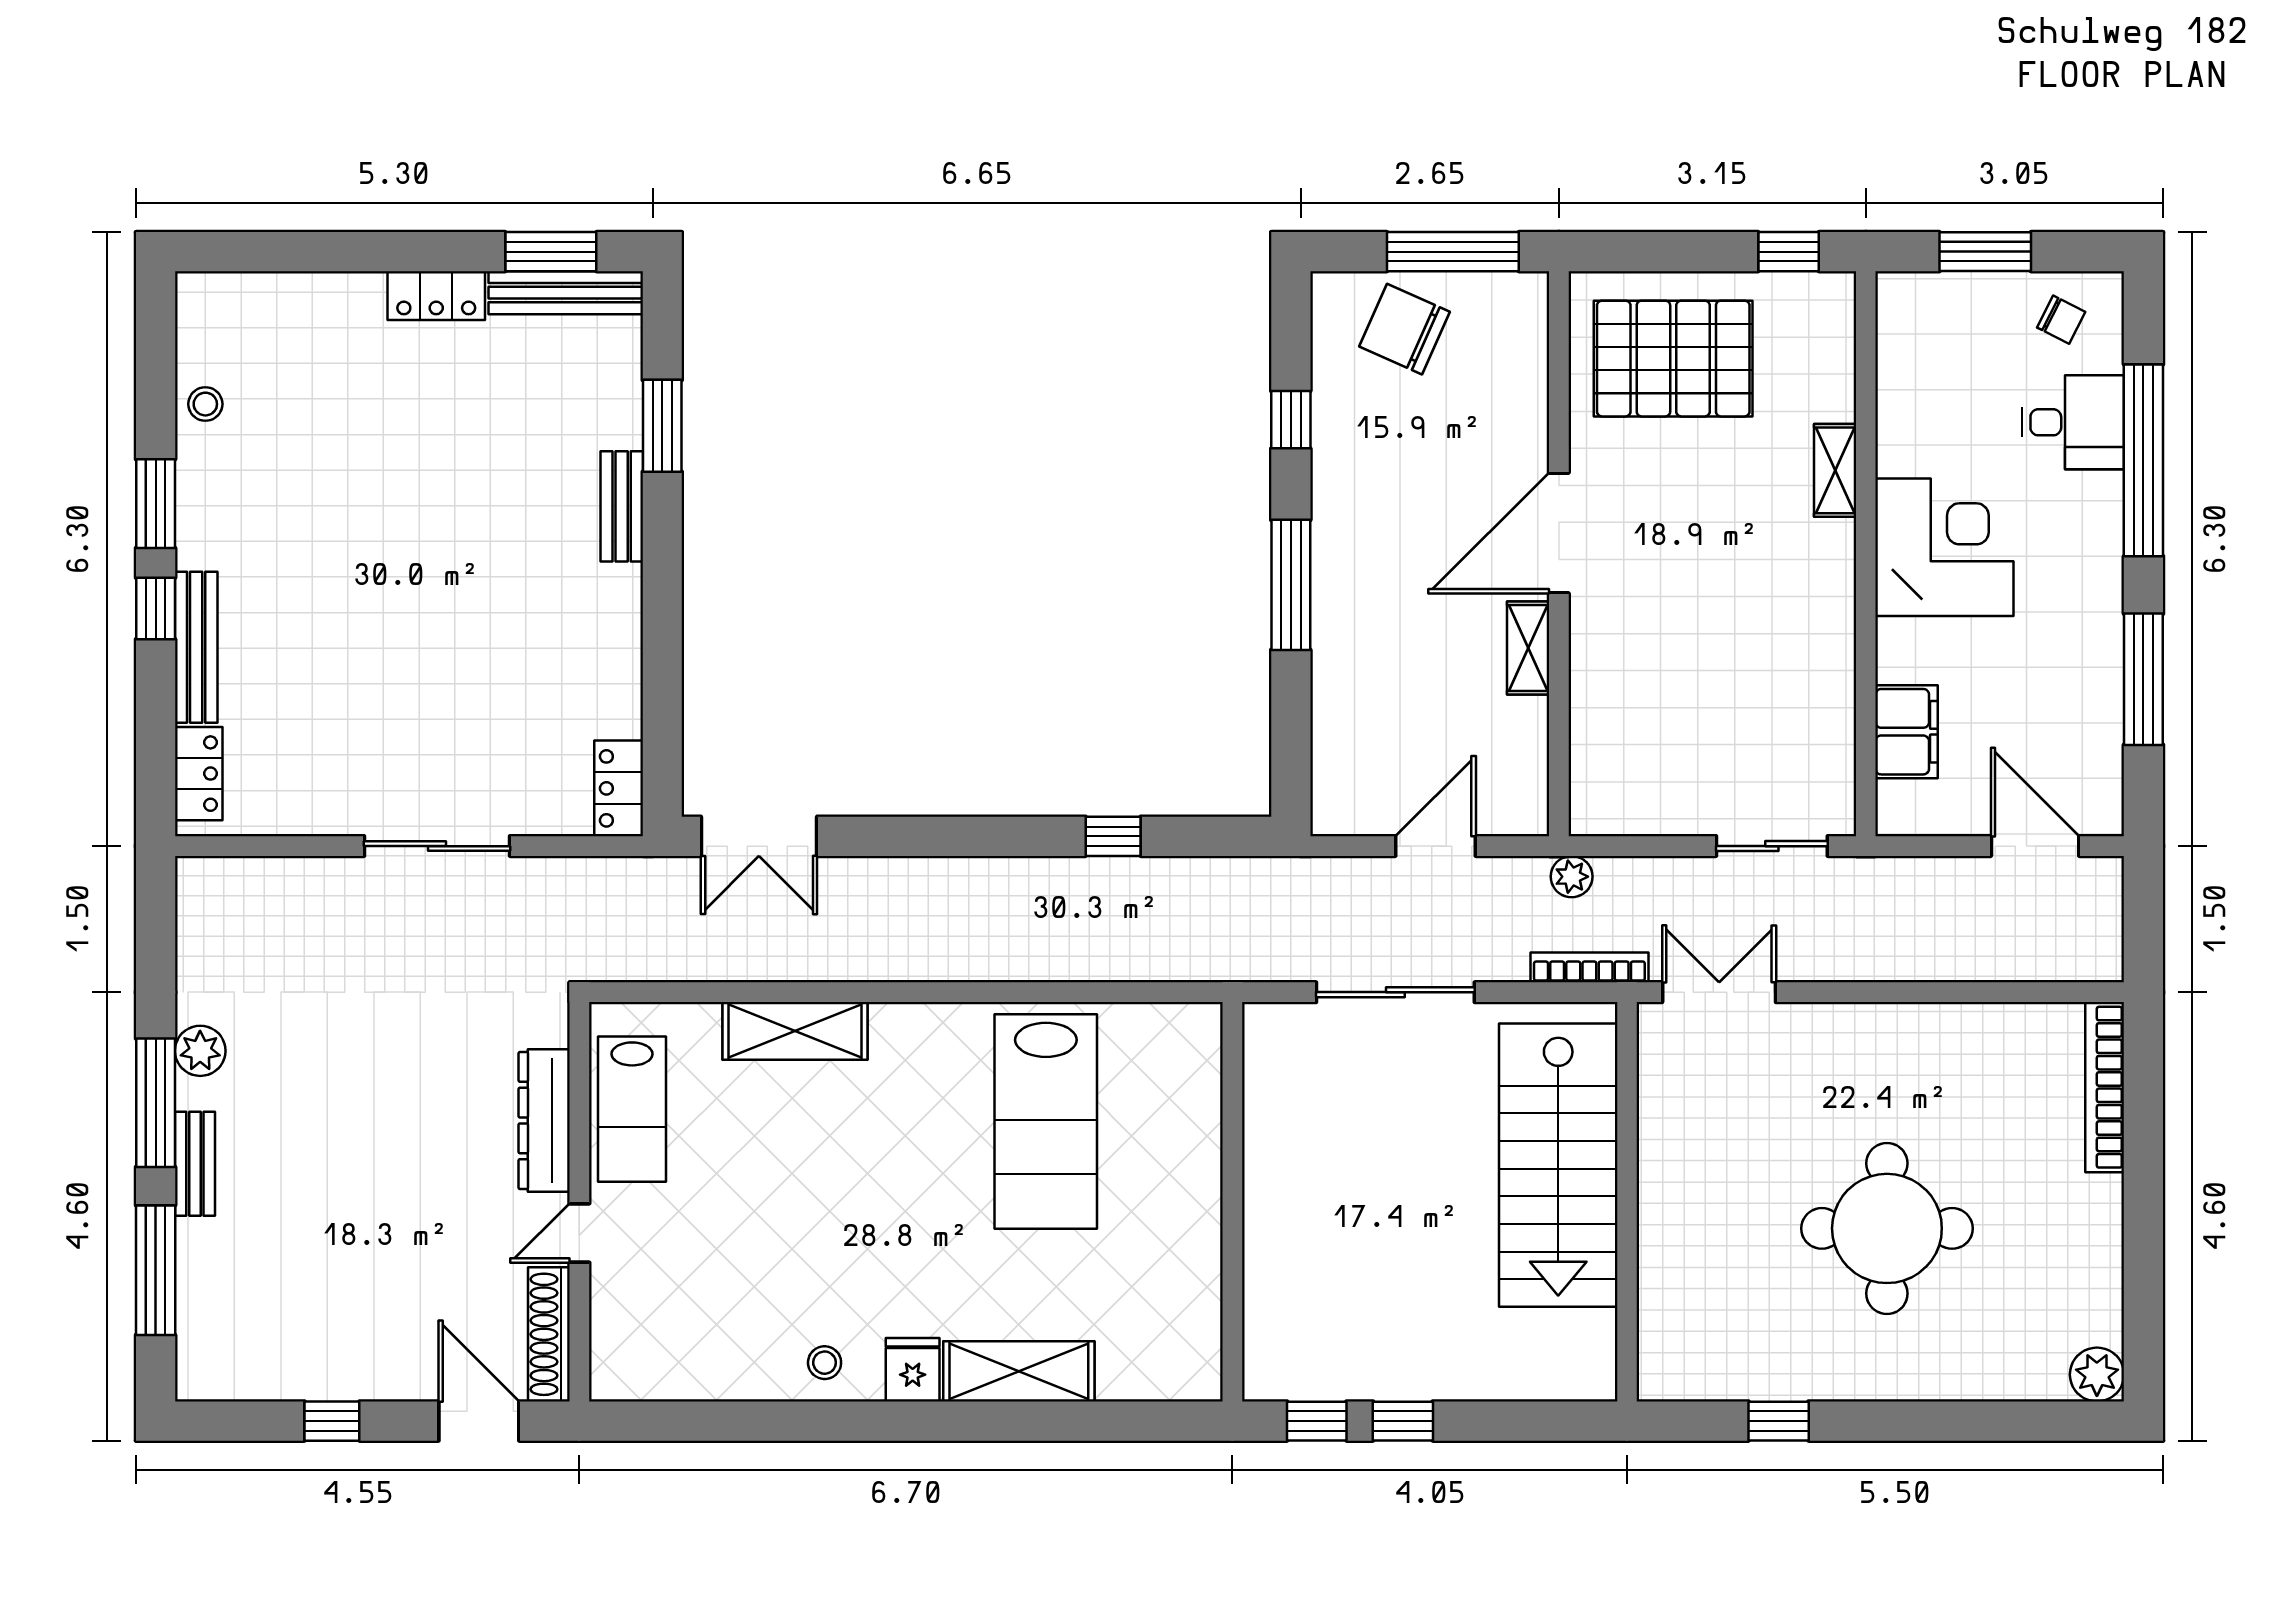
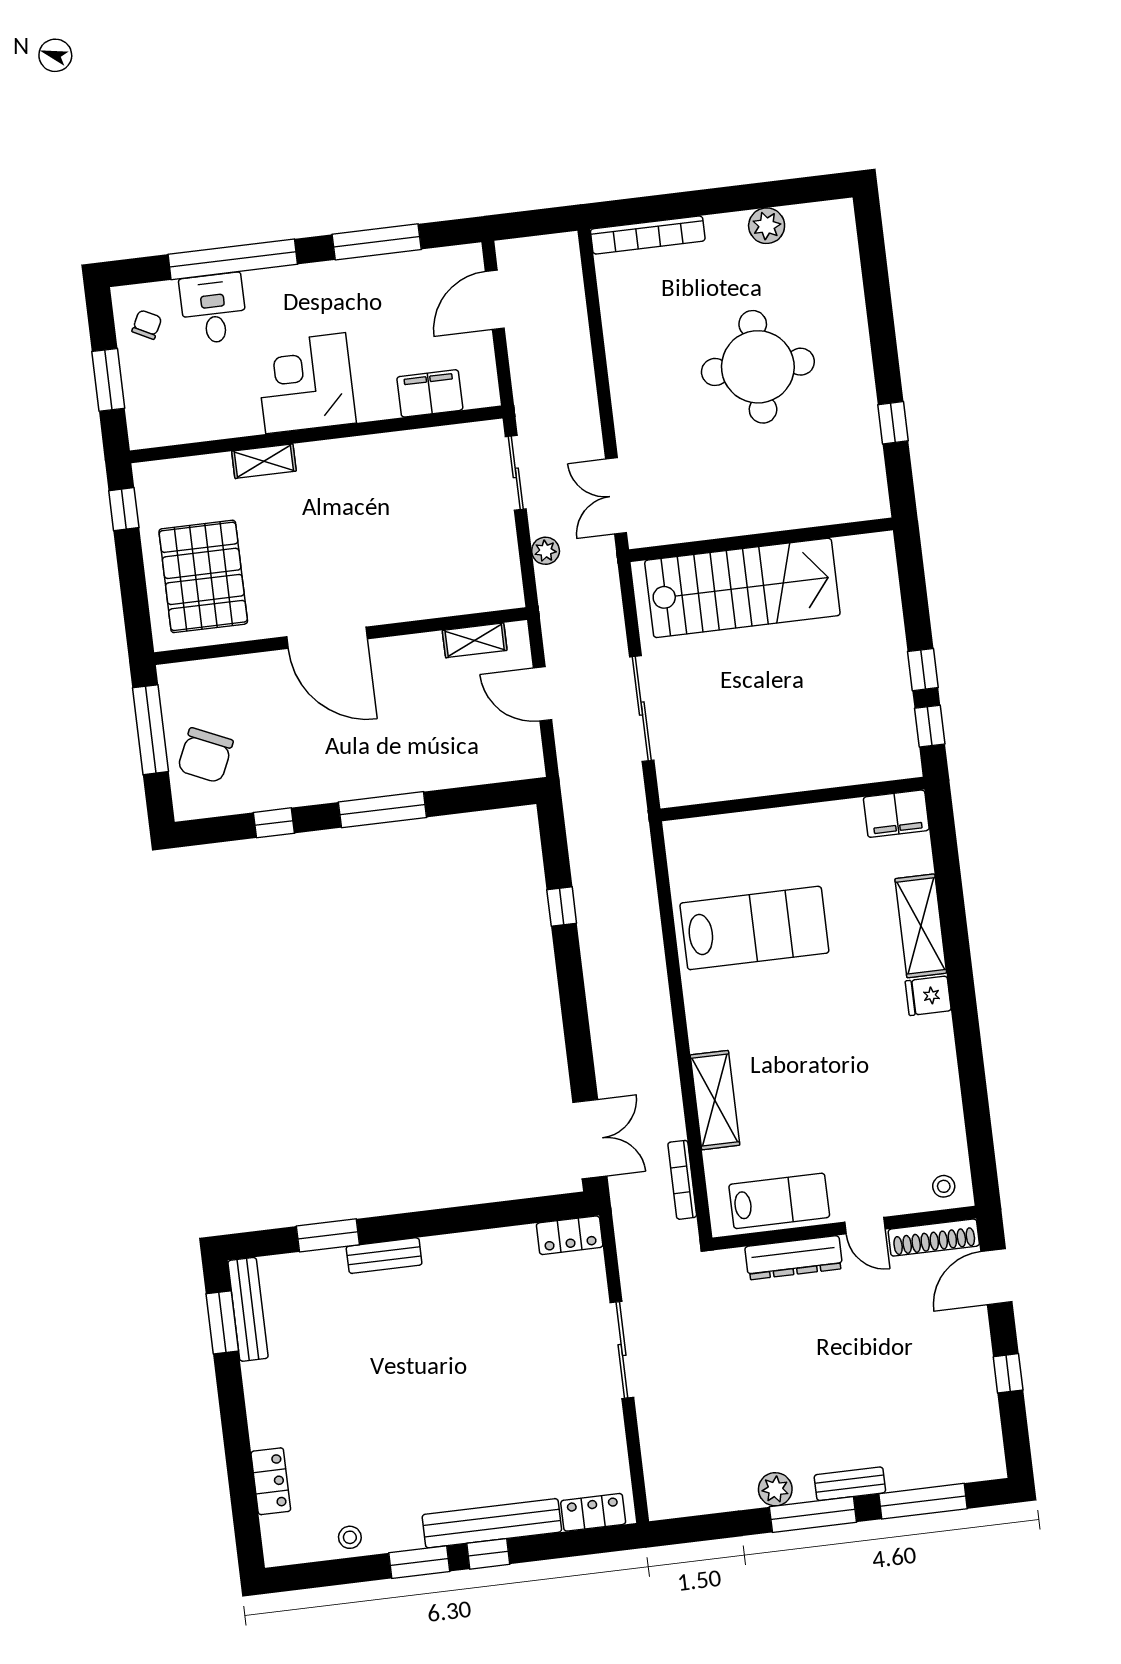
locker: (436, 296) -> (271, 1481), moved
bench: (196, 647) -> (492, 1523), width x1.37, depth x1.21
shelving: (1528, 648) -> (475, 640), moved
plant: (1572, 877) -> (546, 551), moved
bookcase: (1589, 967) -> (682, 1180), moved
filing cabinet: (1192, 1355) -> (896, 814), added
stool: (825, 1363) -> (944, 1186), moved
plant: (2097, 1375) -> (767, 226), moved

